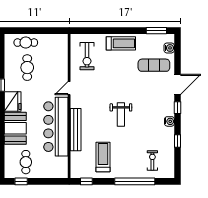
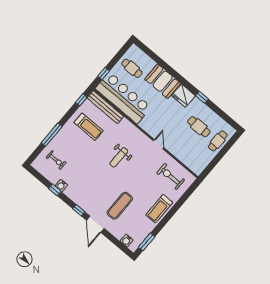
exercise mat: (154, 65) -> (120, 206), moved
weight bench: (121, 115) -> (119, 157), moved, turned -90
water cooler: (169, 121) -> (61, 185), moved
bar counter: (56, 127) -> (123, 98), moved
bench: (76, 130) -> (105, 107), moved
window: (21, 181) -> (104, 74), moved
window: (135, 181) -> (52, 135), width x0.68

